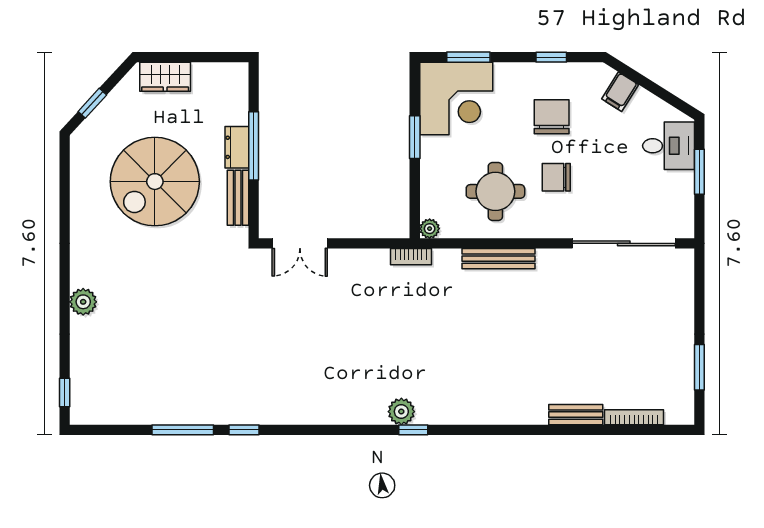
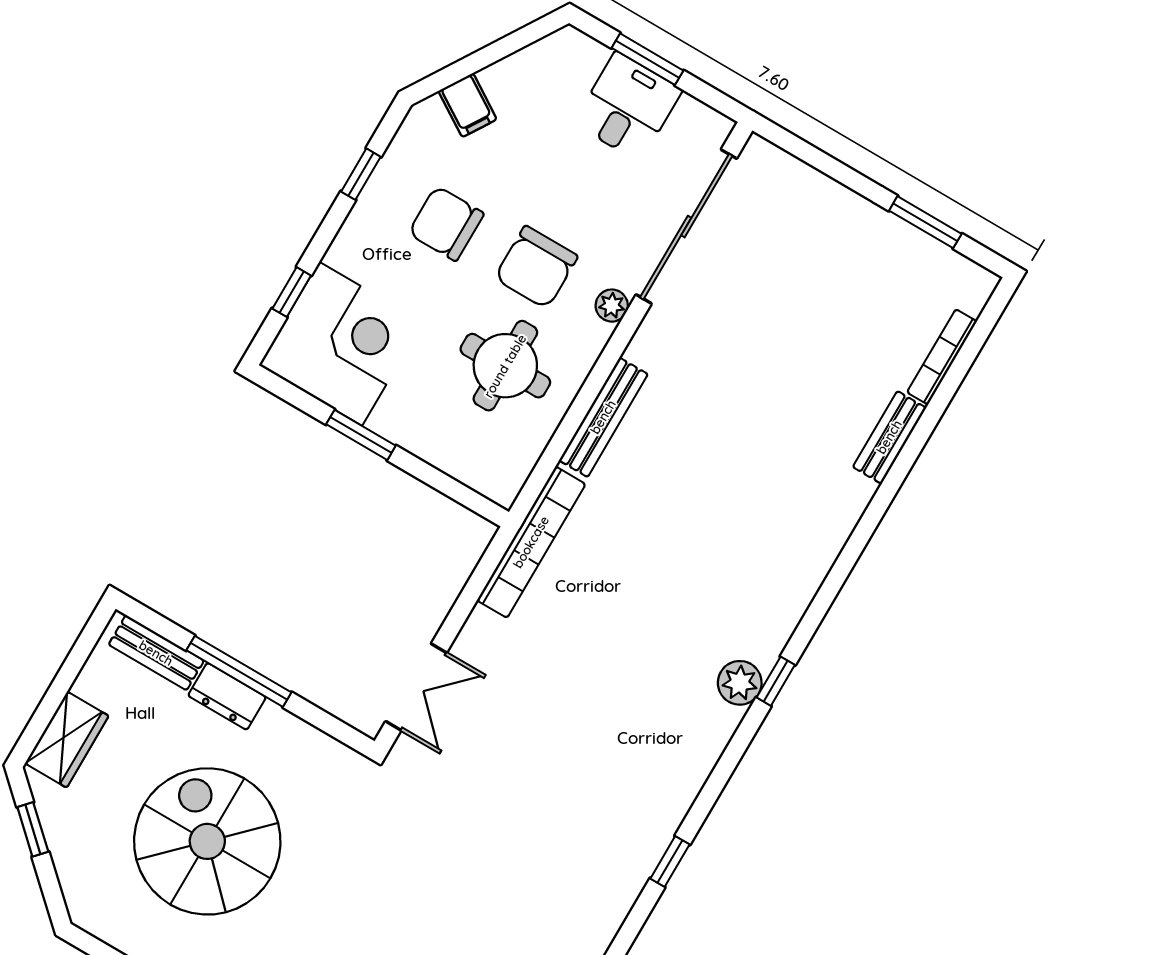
window: (468, 57) -> (292, 292), width x0.67
window: (92, 103) -> (33, 829), moved
desk: (669, 146) -> (628, 107), moved
chair: (556, 177) -> (536, 267), width x1.37, depth x1.37
spiral stairs: (155, 182) -> (207, 841), turned 180
bench: (238, 198) -> (156, 653), moved
plant: (430, 229) -> (612, 306), moved
bookcase: (411, 257) -> (531, 542), width x2.31, depth x1.31
window: (244, 430) -> (670, 862), moved

